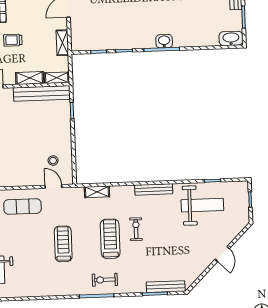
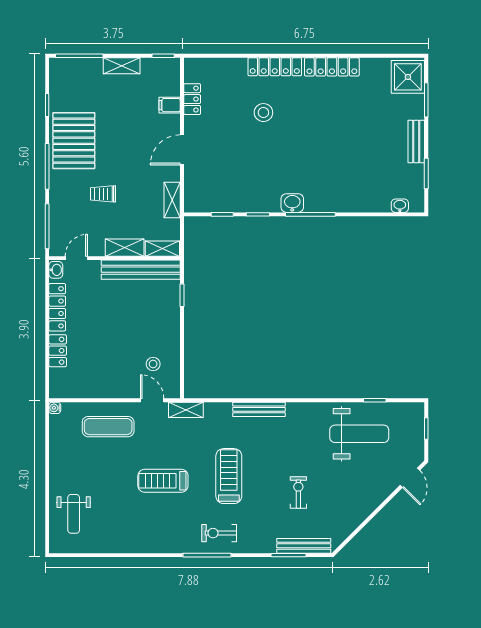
washbasin: (231, 38) -> (400, 206), width x0.52, depth x0.69
washbasin: (164, 41) -> (292, 203), moved
bench: (154, 189) -> (259, 409), moved
shelving: (97, 192) -> (186, 410), moved
exercise bike: (136, 229) -> (298, 493), moved
treadmill: (63, 244) -> (163, 481), turned -90
door: (222, 254) -> (410, 478), moved

